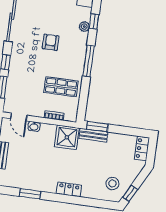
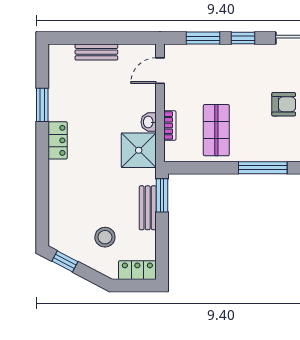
washbasin: (34, 126) -> (149, 122), moved
bench: (93, 135) -> (148, 208), moved
stool: (112, 184) -> (105, 237), moved
locker: (69, 189) -> (58, 140), moved

